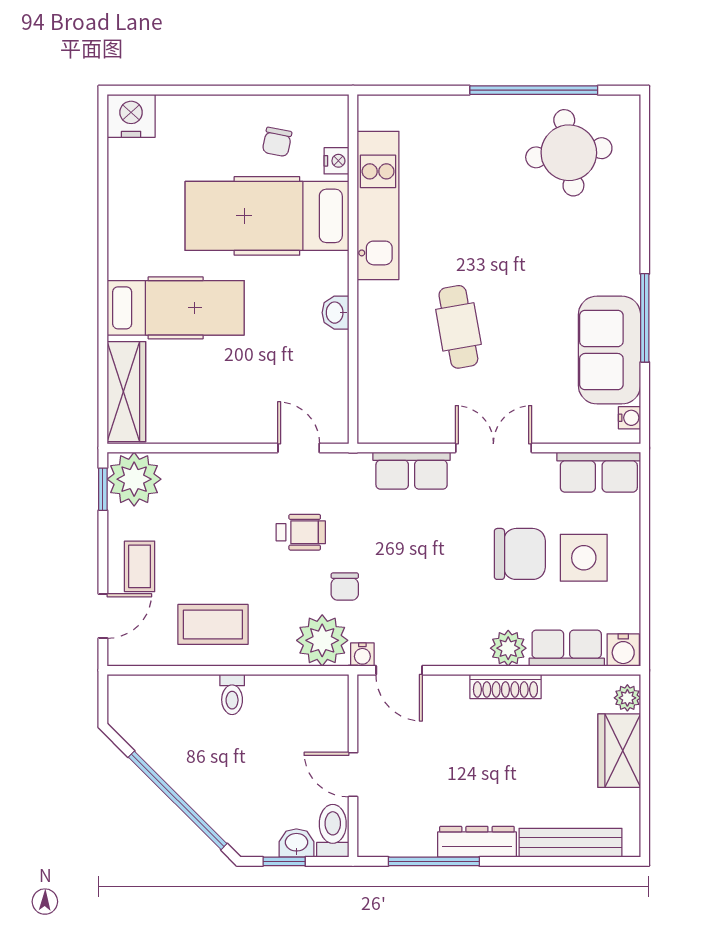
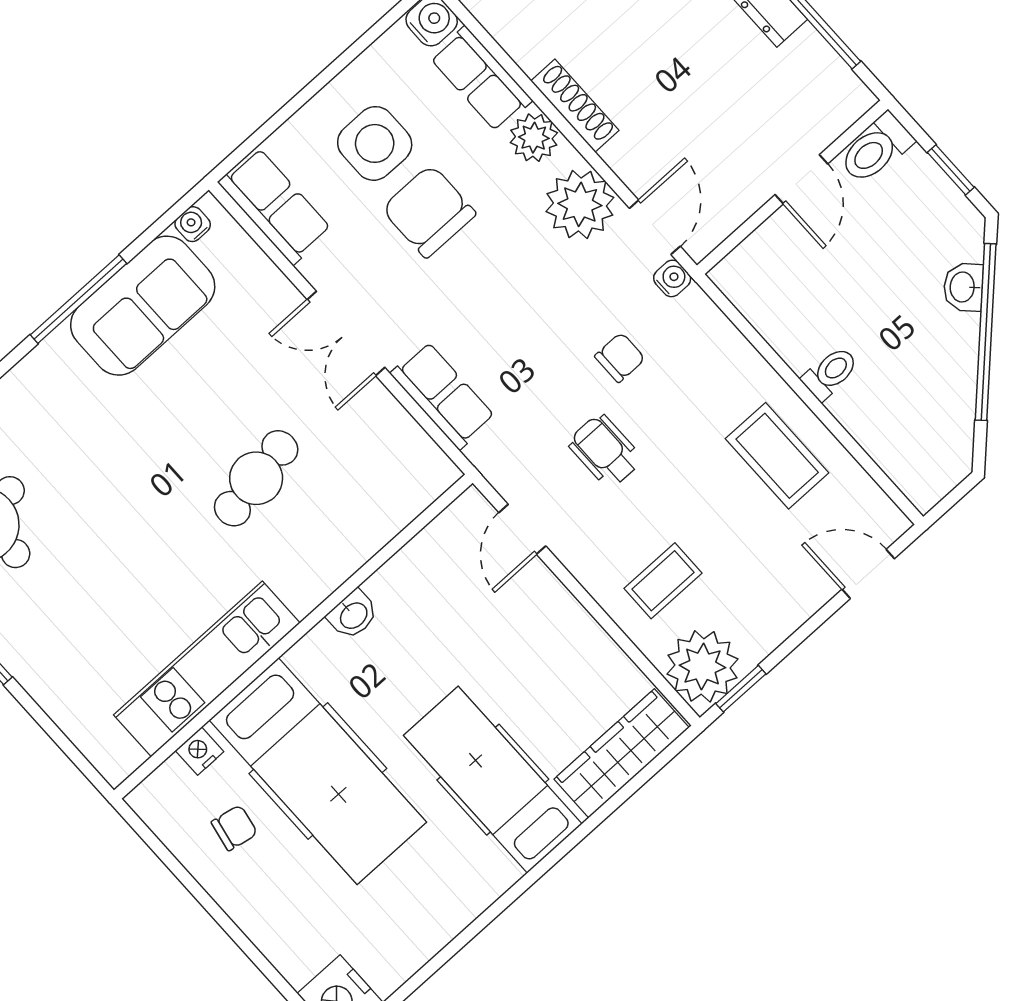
coffee table: (140, 566) -> (663, 581), moved
plant: (322, 640) -> (580, 204), moved
washbasin: (296, 843) -> (963, 287), moved, turned 45

